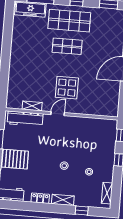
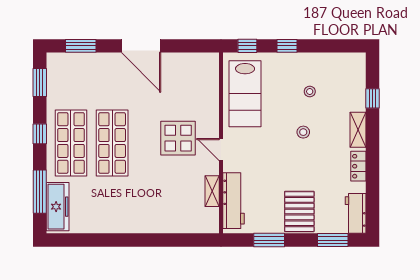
shop shelf: (67, 46) -> (112, 143), width x1.43, depth x1.36
lab bench: (91, 131) -> (245, 94), added
shelving: (107, 193) -> (342, 60), removed

